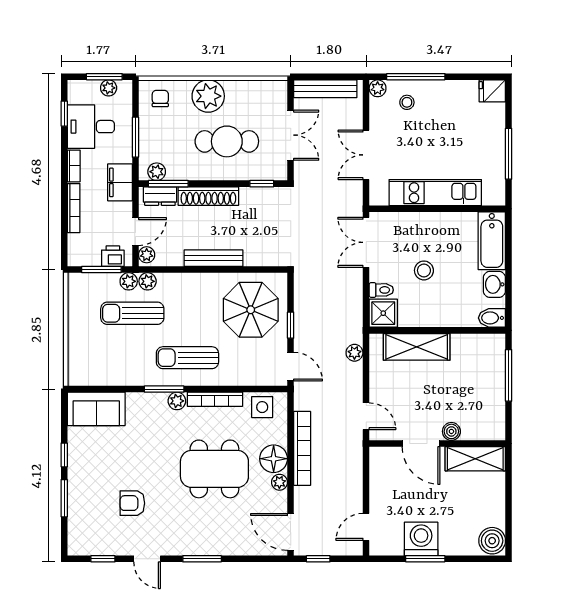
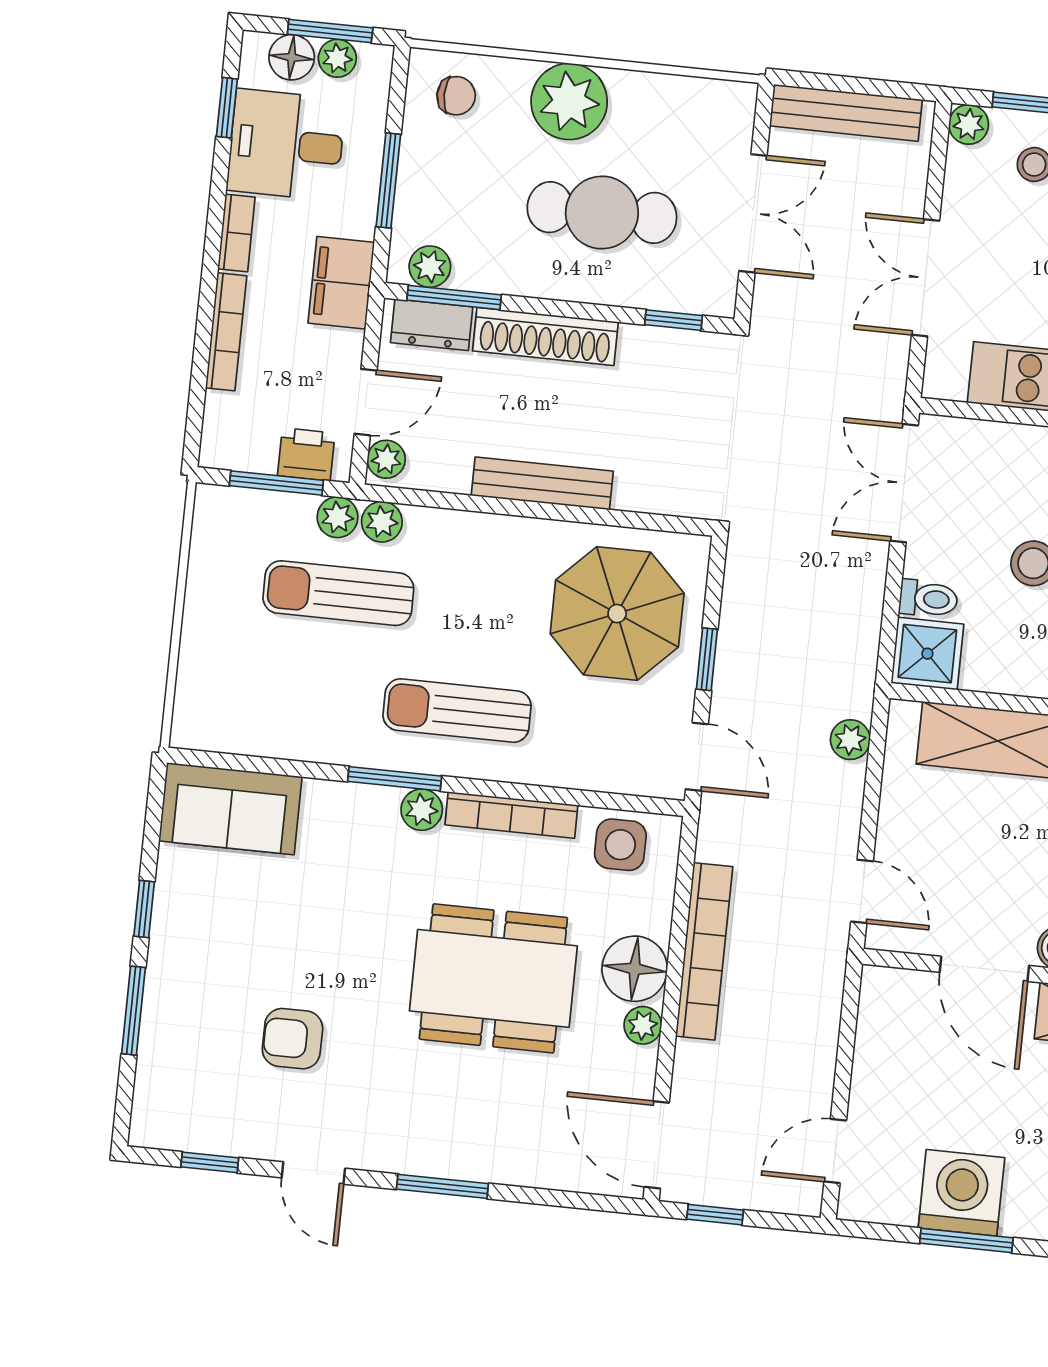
floor lamp: (89, 89) -> (292, 57), added
chair: (160, 99) -> (456, 96), turned 90

